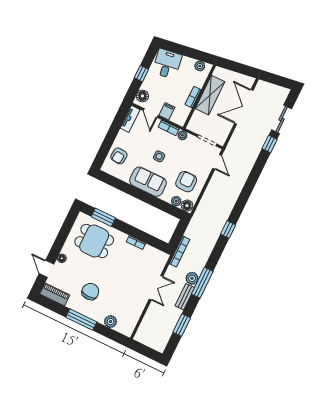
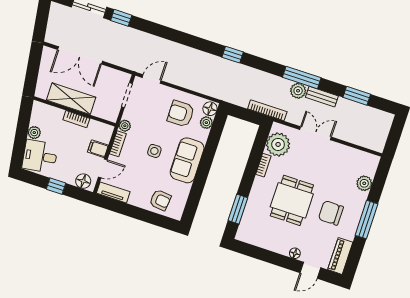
plant: (200, 66) -> (34, 133), moved
dining table: (94, 241) -> (292, 200), moved
plant: (151, 256) -> (278, 144), added

